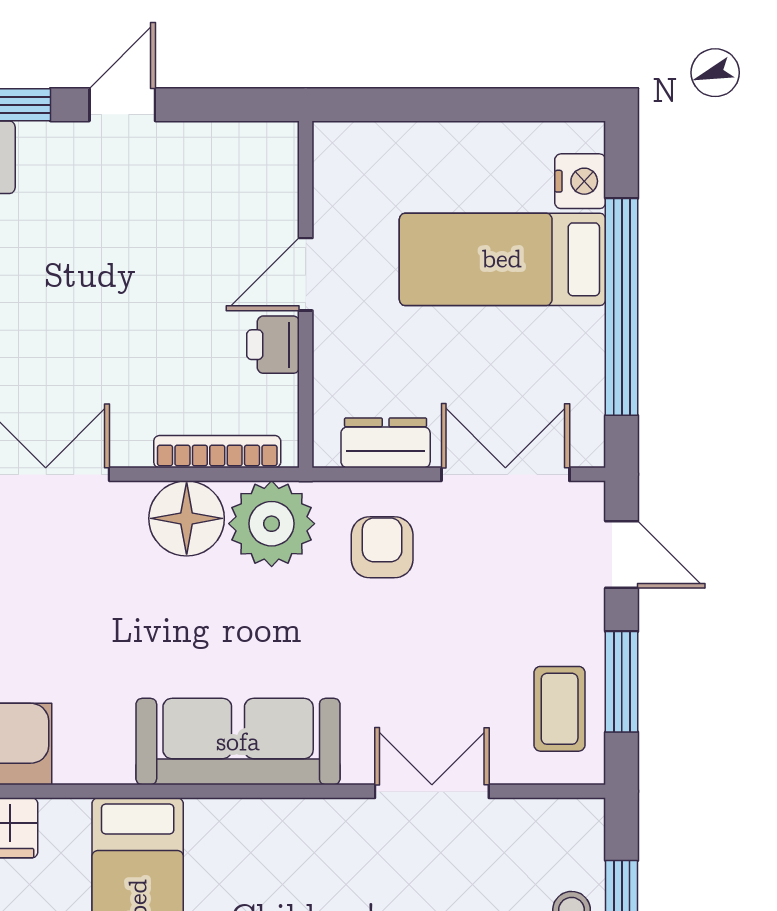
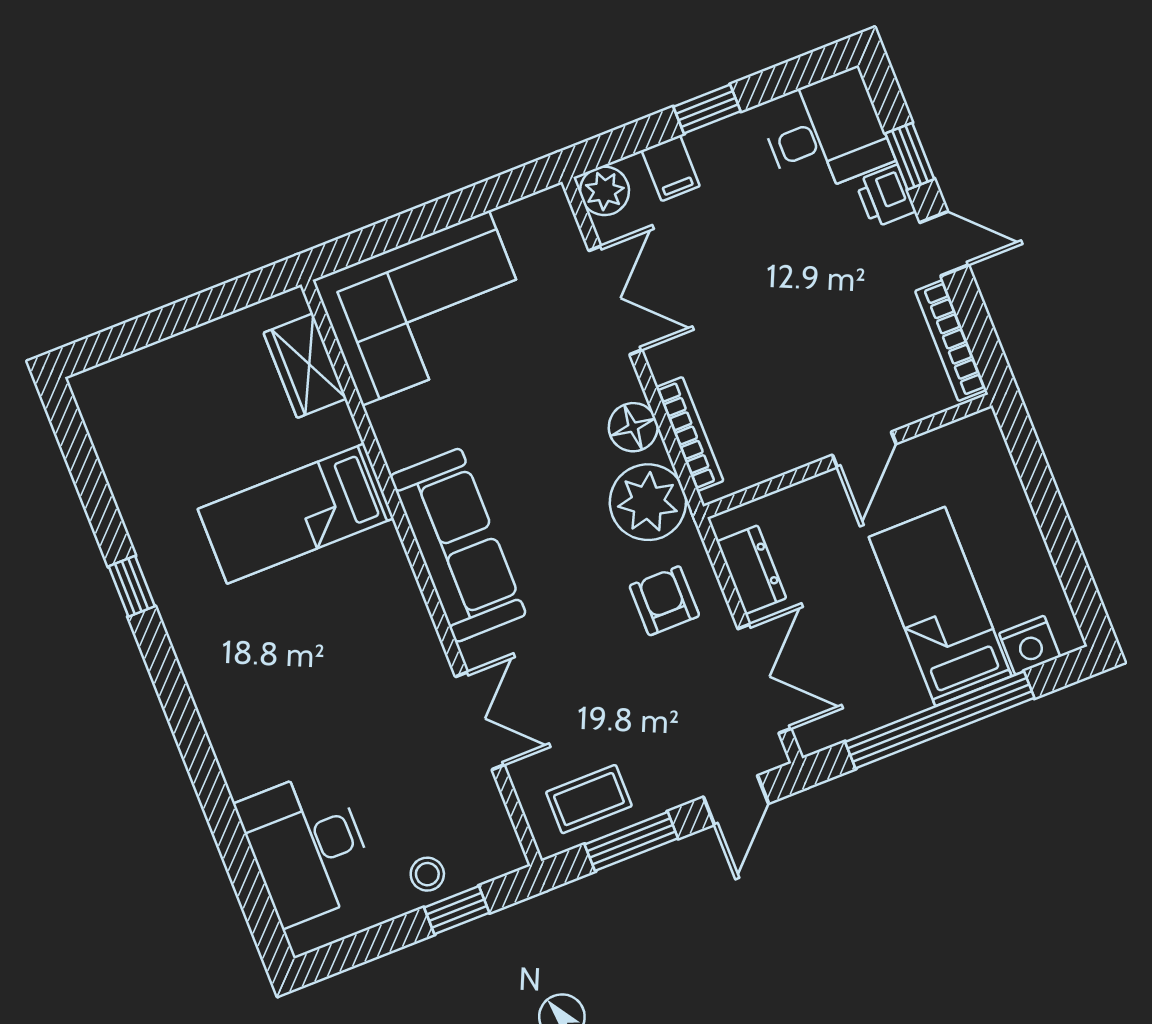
bookcase: (227, 138) -> (951, 340), added
door: (306, 274) -> (864, 449), swing flipped
printer: (273, 345) -> (885, 196), moved, turned -90
floor lamp: (187, 518) -> (633, 427), width x0.73, depth x0.73
armchair: (382, 547) -> (664, 601), turned -90

